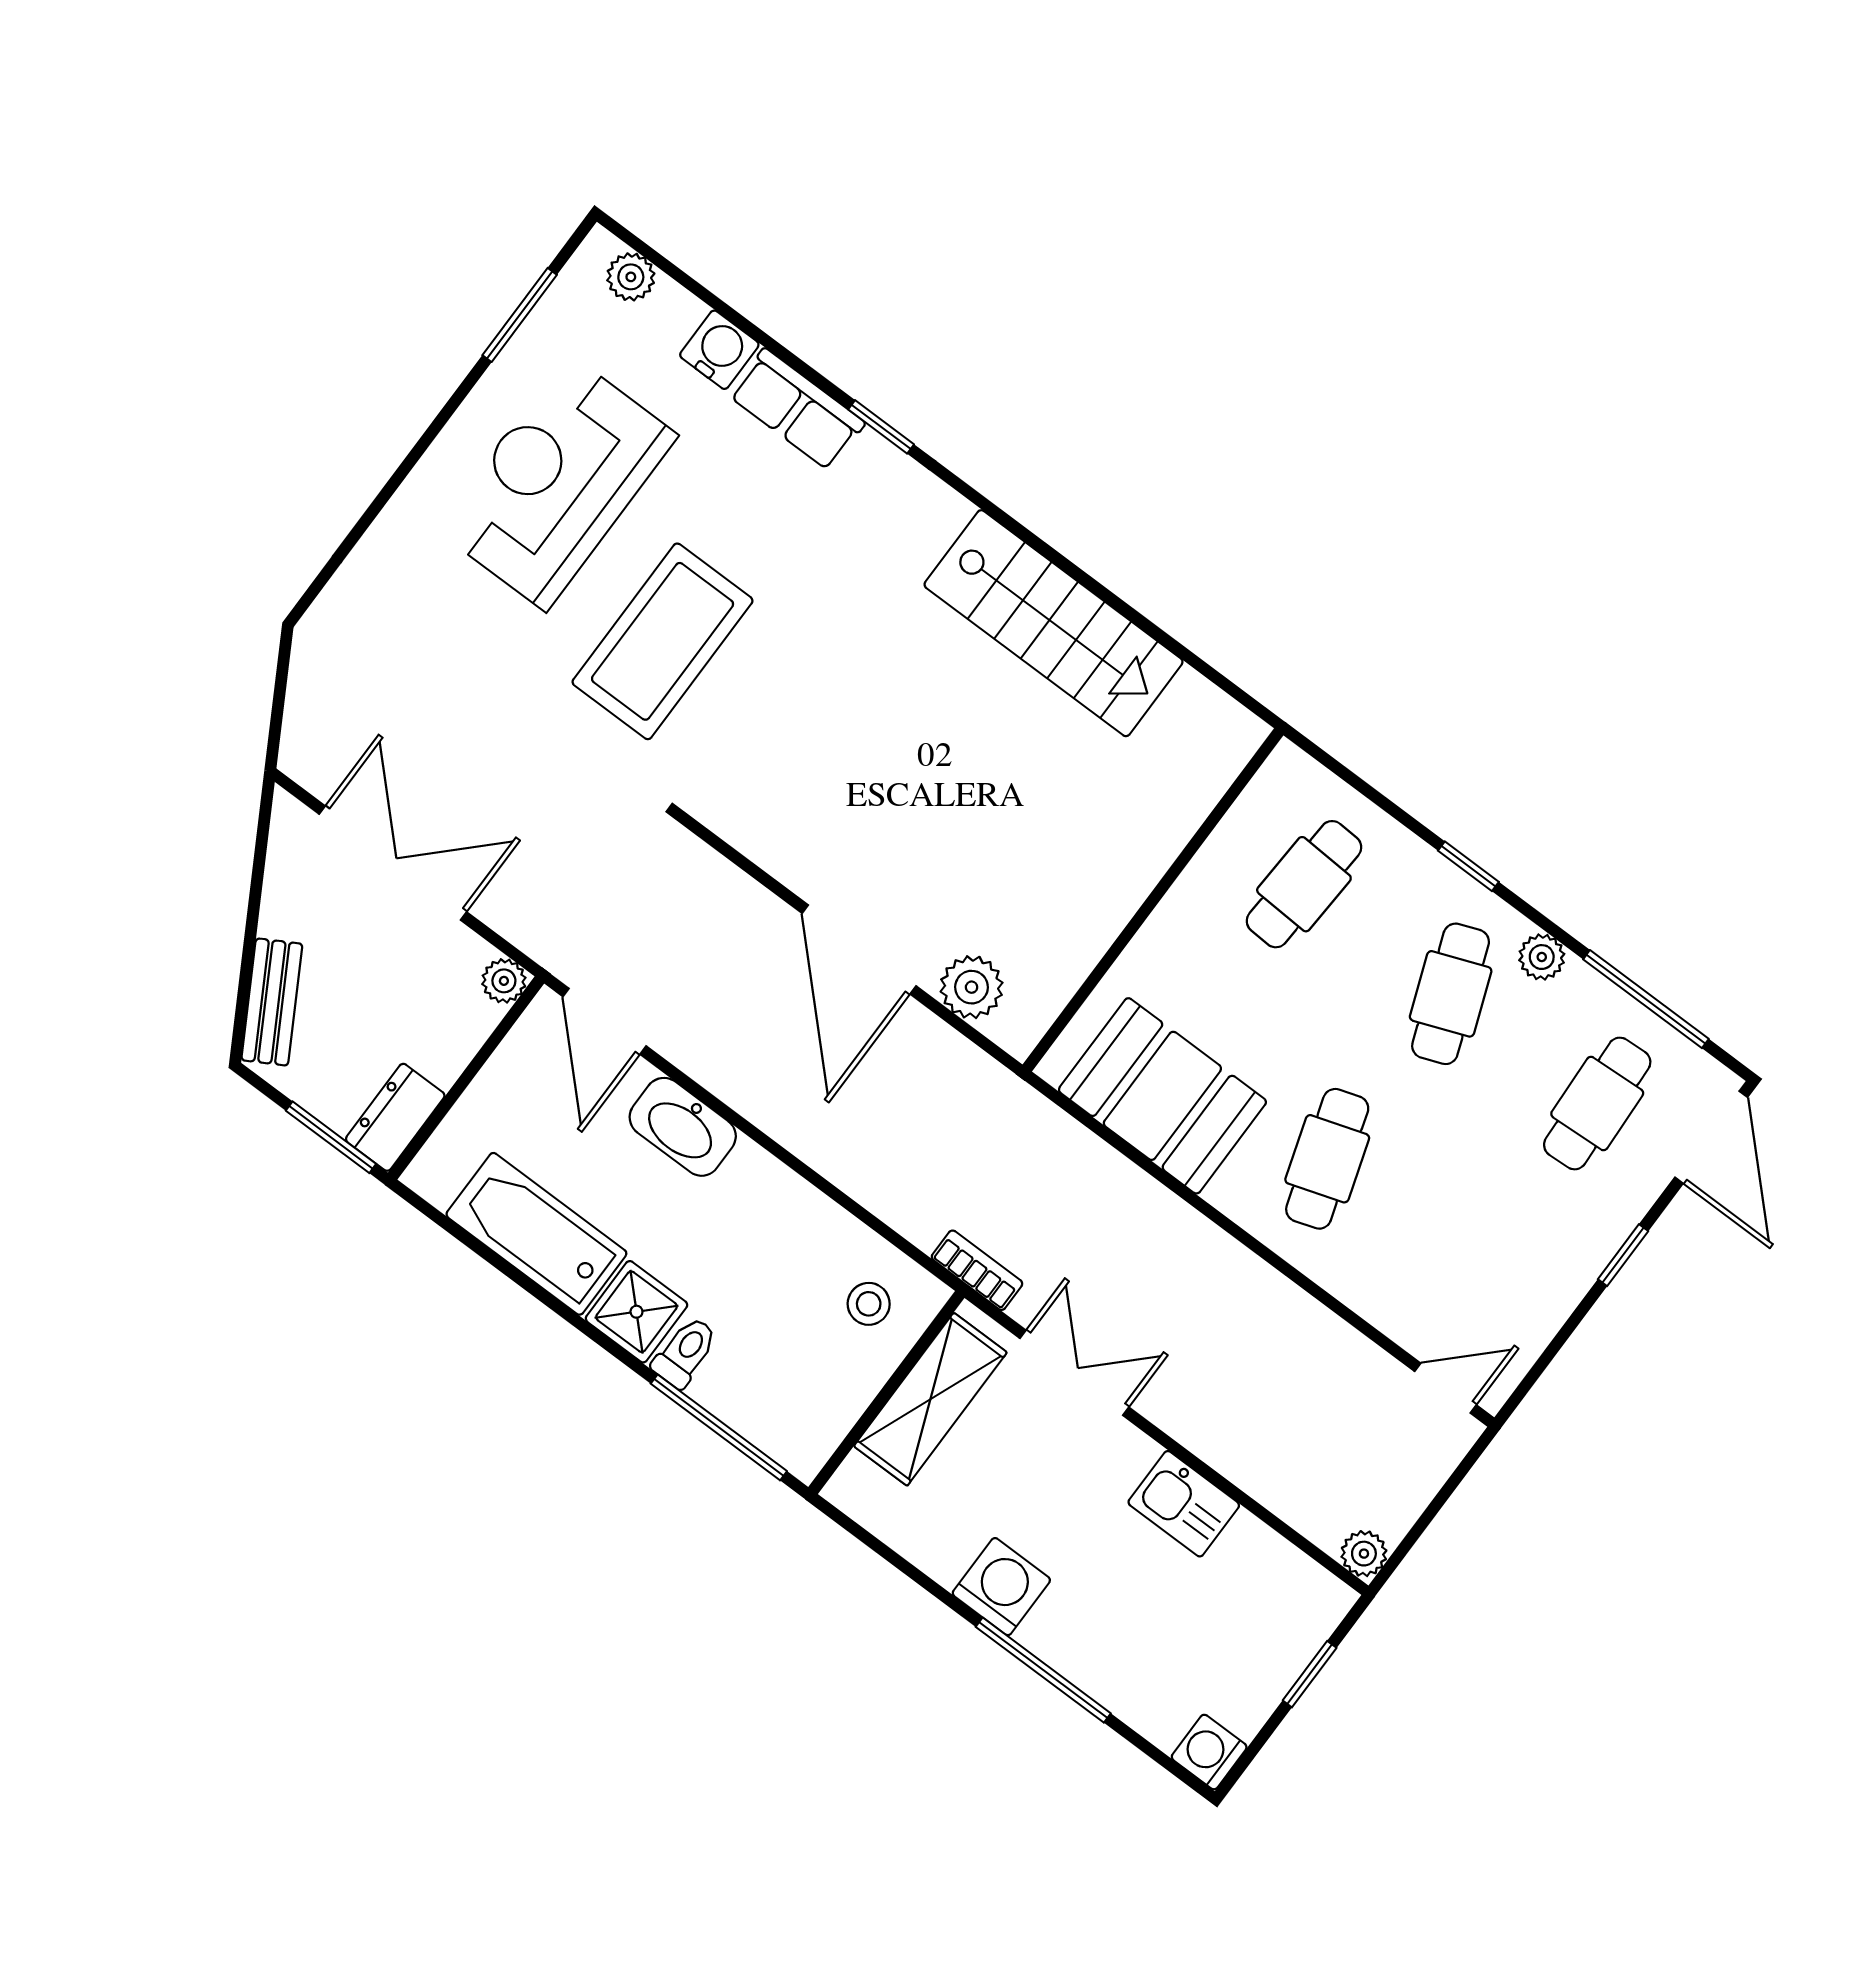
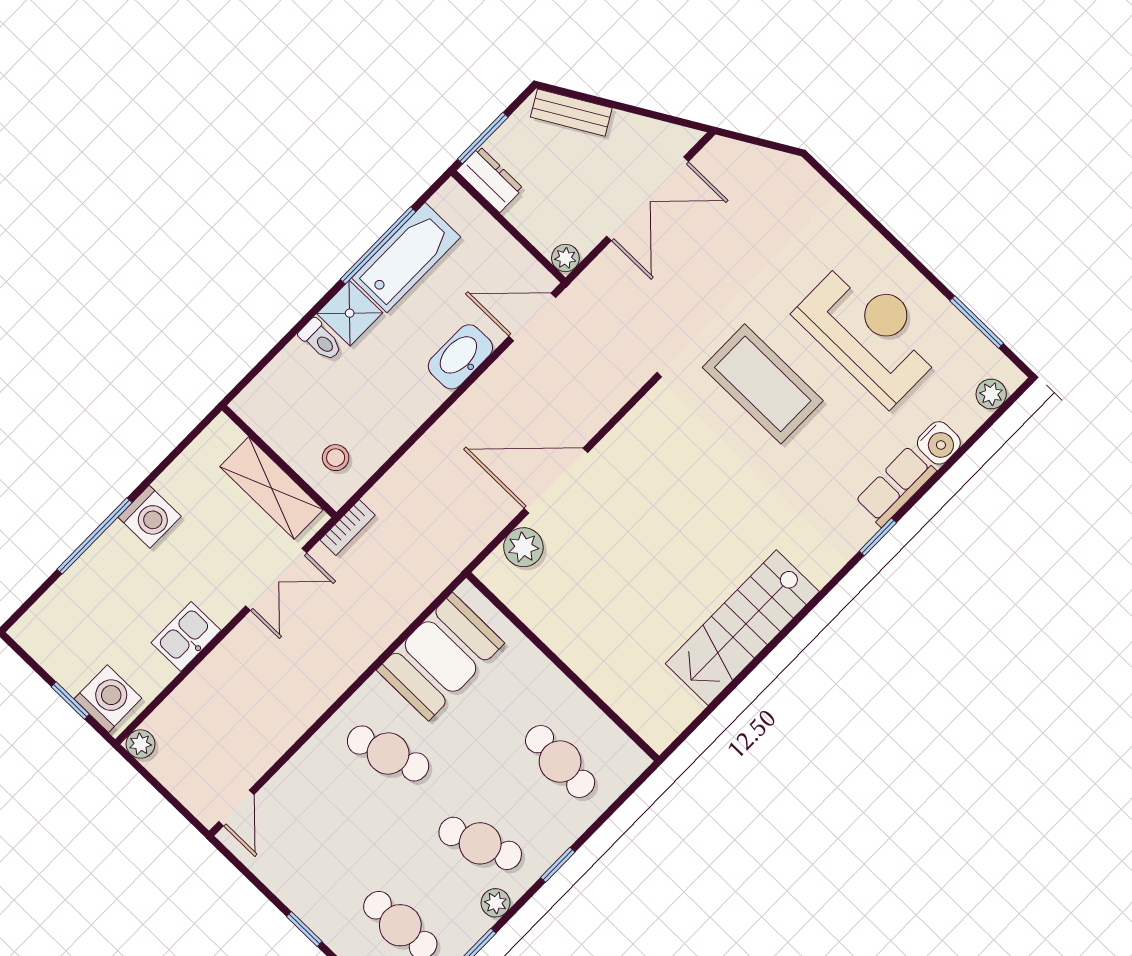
window: (719, 1427) -> (378, 245), moved
washing machine: (1209, 1752) -> (108, 699), moved, width x1.38, depth x1.38

